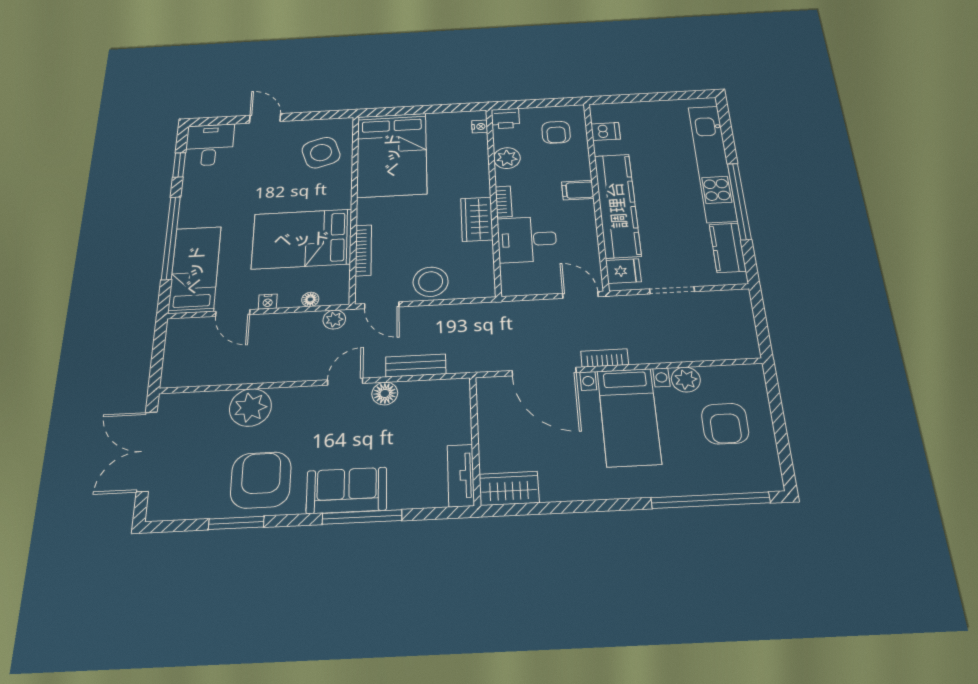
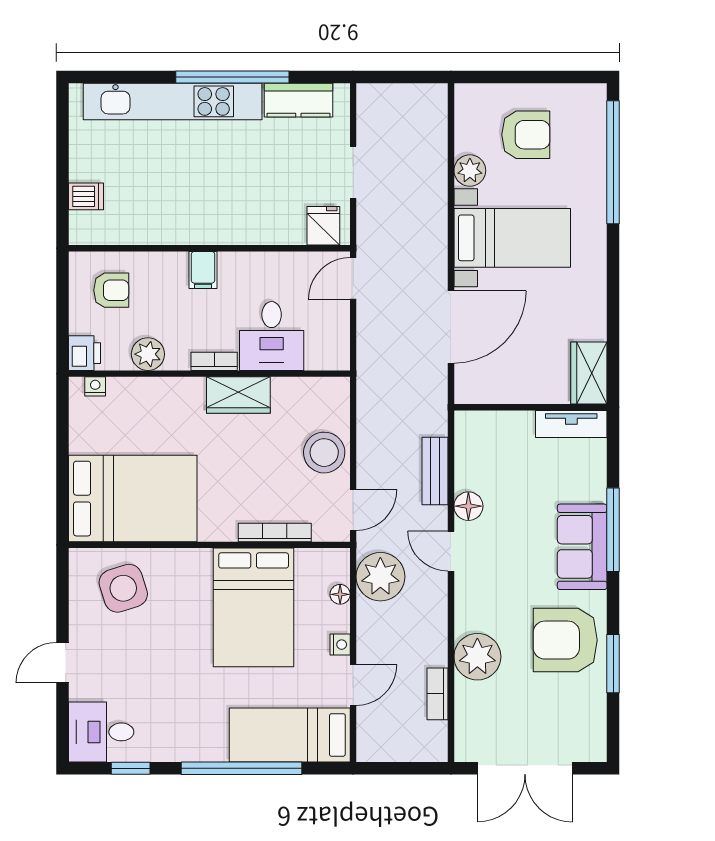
dishwasher: (606, 131) -> (86, 196), moved, turned 90
kitchen counter: (617, 205) -> (229, 224), removed
plant: (334, 320) -> (380, 577), width x1.88, depth x1.88
bookcase: (605, 358) -> (438, 694), moved

